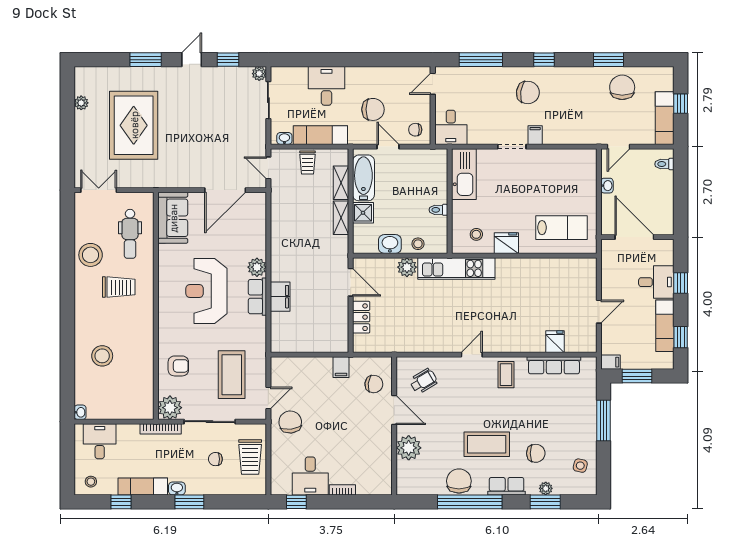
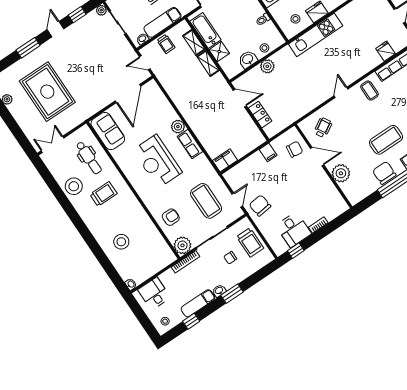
kitchen unit: (456, 268) -> (316, 35), moved
filing cabinet: (280, 297) -> (225, 160), moved, turned -90

